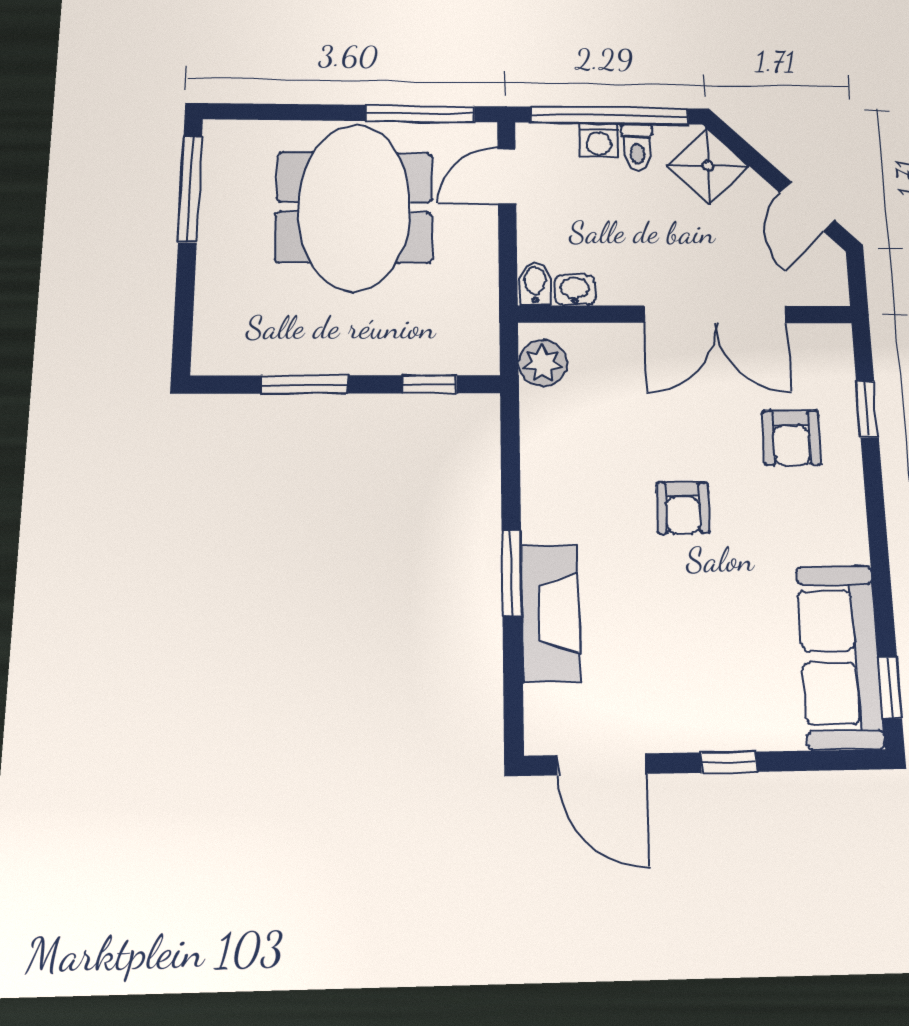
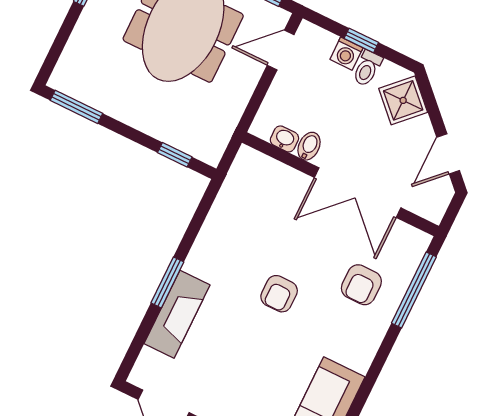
window: (610, 116) -> (361, 40), width x0.32
bidet: (535, 284) -> (309, 146), moved
plant: (543, 363) -> (244, 173), removed
window: (304, 384) -> (76, 107), moved
window: (867, 409) -> (414, 290), width x2.17

